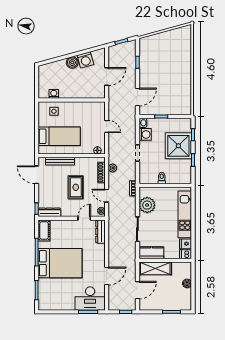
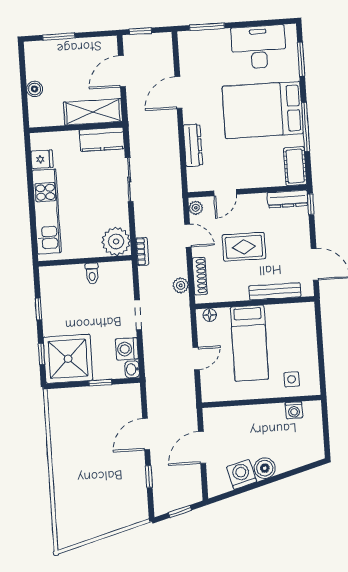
door: (137, 97) -> (146, 434), moved
door: (107, 126) -> (196, 359), swing flipped
bed: (59, 136) -> (249, 343), moved, turned -90
shower: (178, 146) -> (68, 359), moved
rug: (76, 187) -> (244, 247), turned 90
plant: (147, 205) -> (116, 241), moved
dresser: (100, 232) -> (193, 145), moved
dishwasher: (185, 254) -> (41, 141), removed
desk: (90, 299) -> (259, 47), moved

